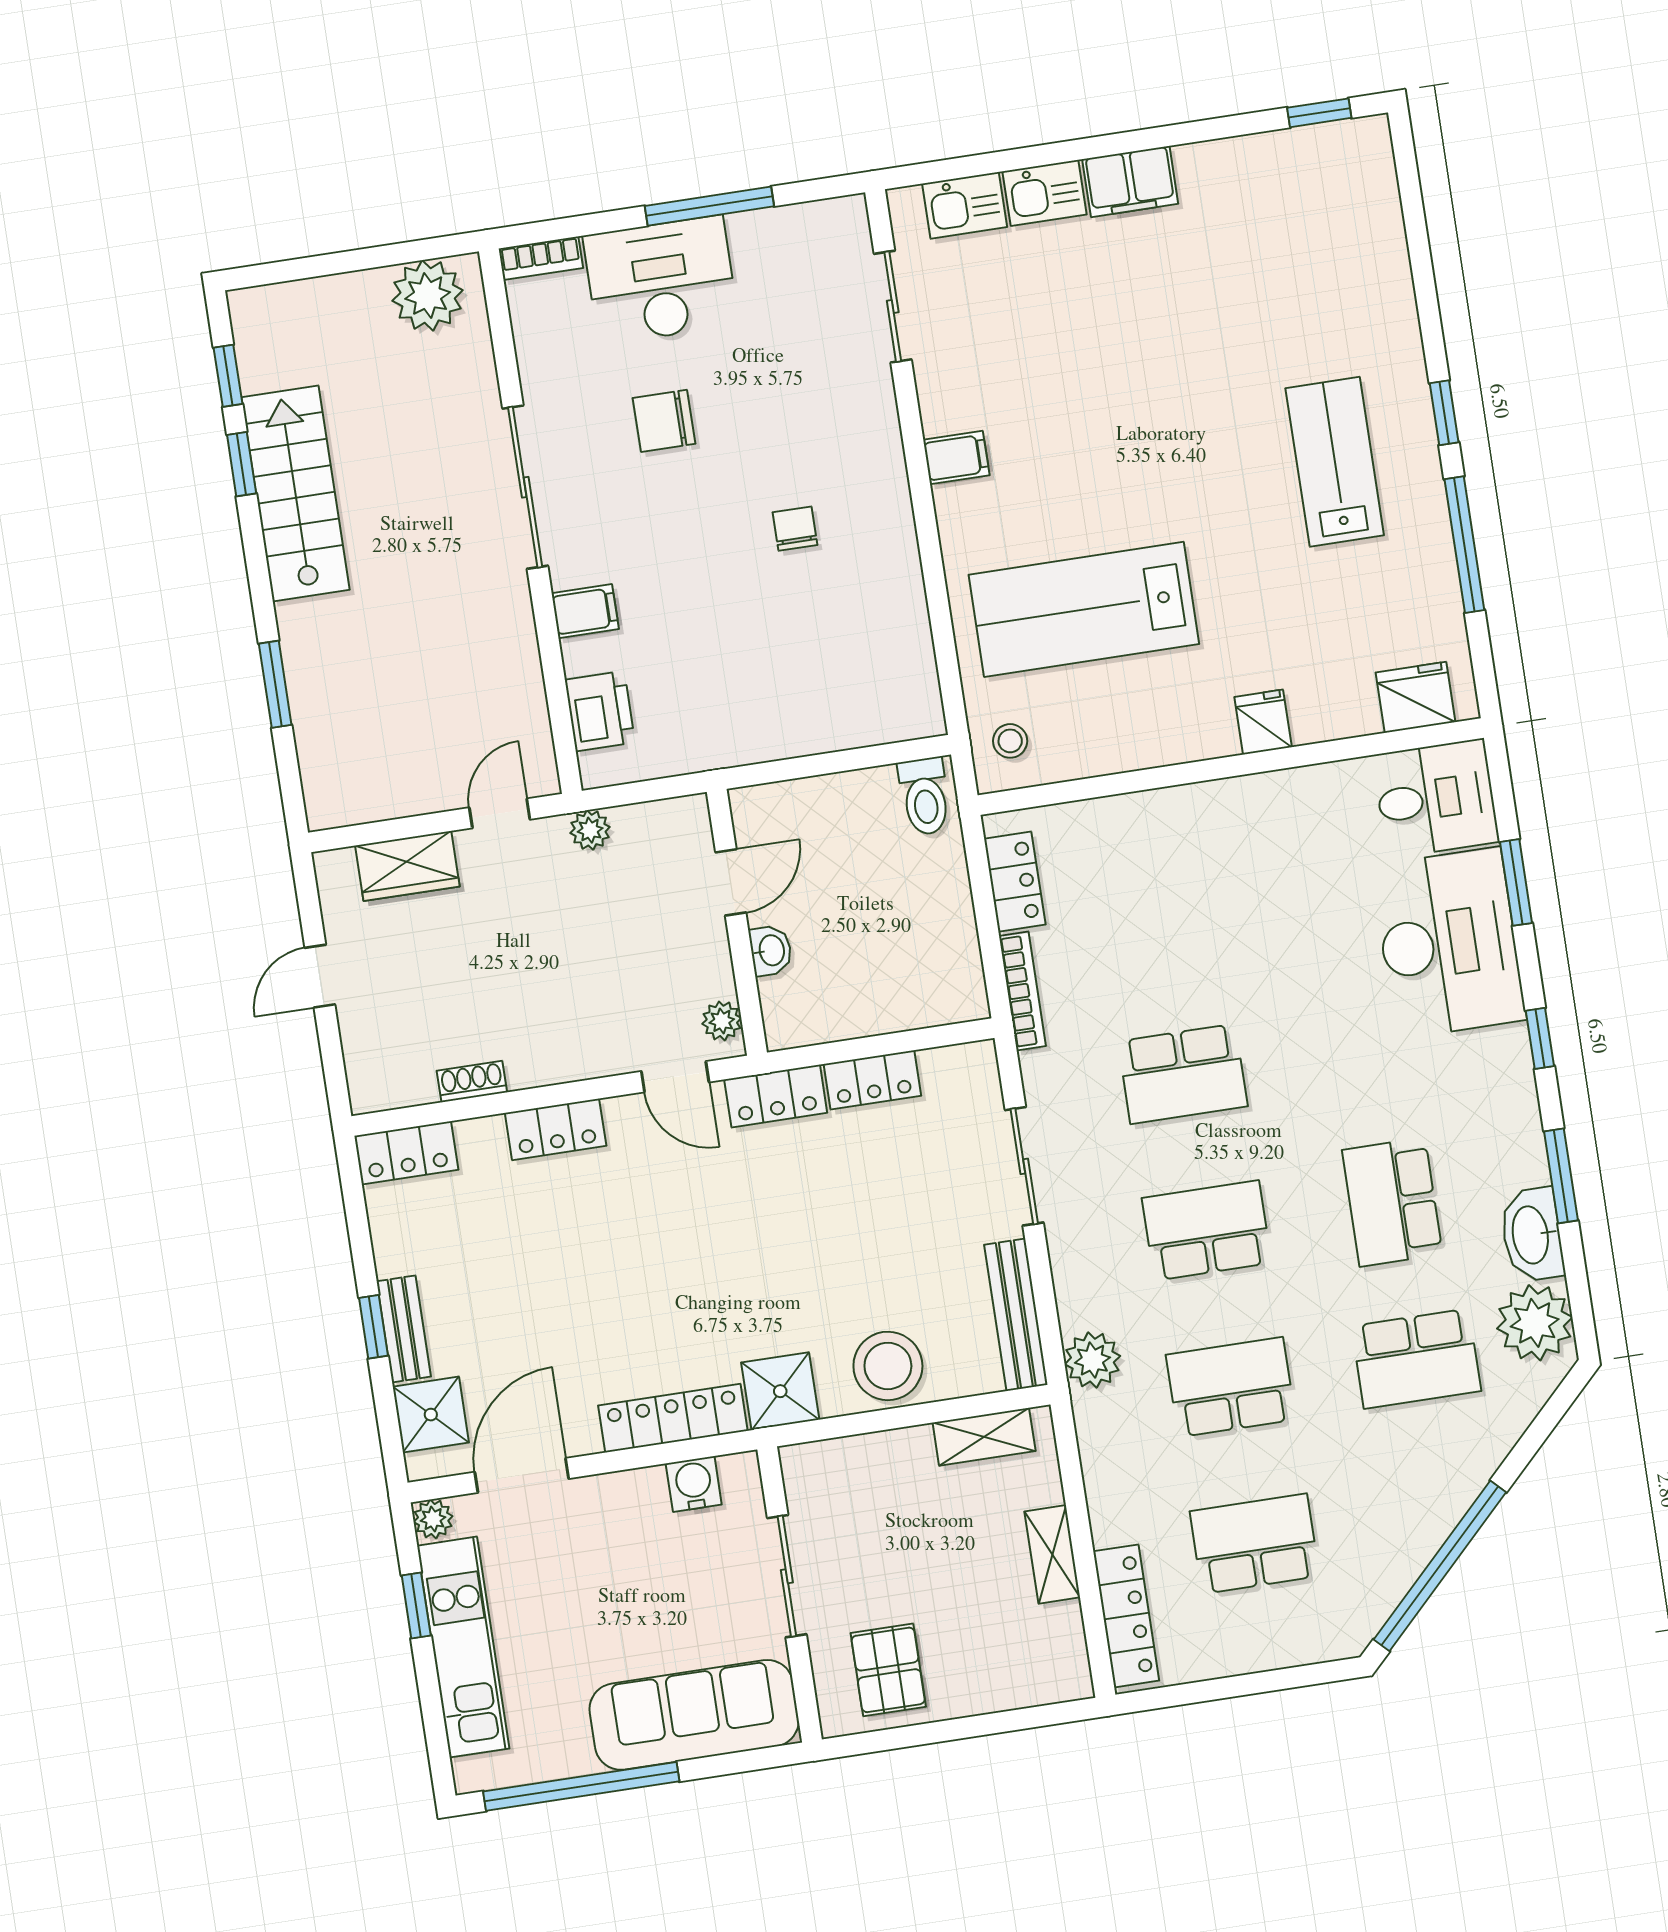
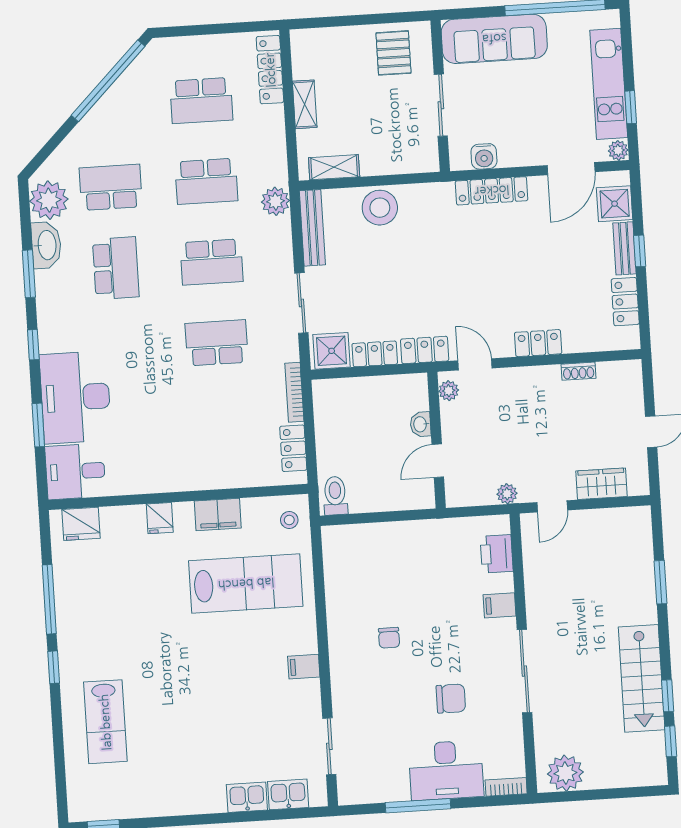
filing cabinet: (1130, 182) -> (218, 515), moved, turned 180
lab bench: (1335, 462) -> (105, 722), moved
locker: (406, 1153) -> (625, 302), moved, turned -90
shower: (780, 1391) -> (332, 351), moved

